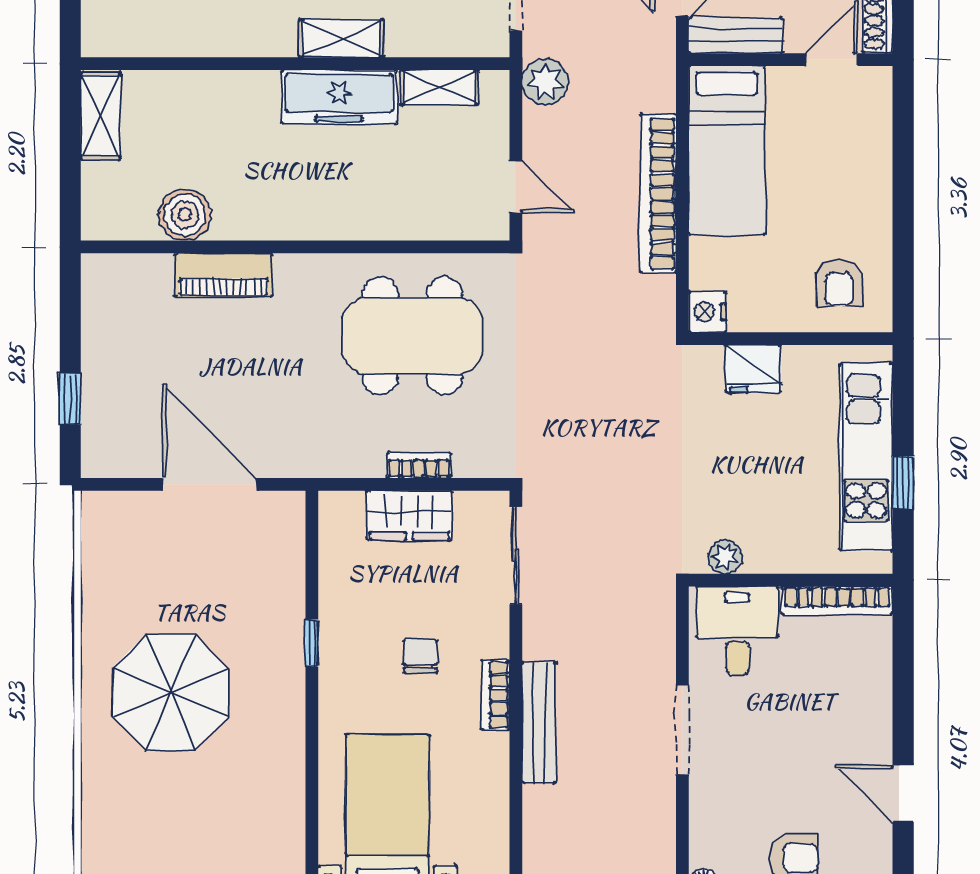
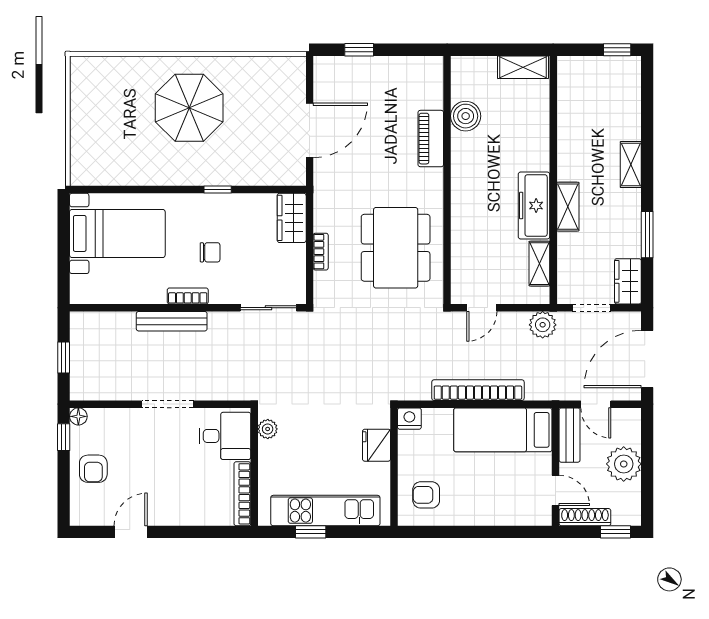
wardrobe: (409, 515) -> (292, 218), moved

